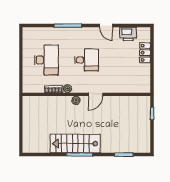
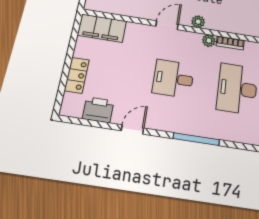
door: (106, 26) -> (132, 129), hinge flipped
filing cabinet: (136, 85) -> (102, 28), added

